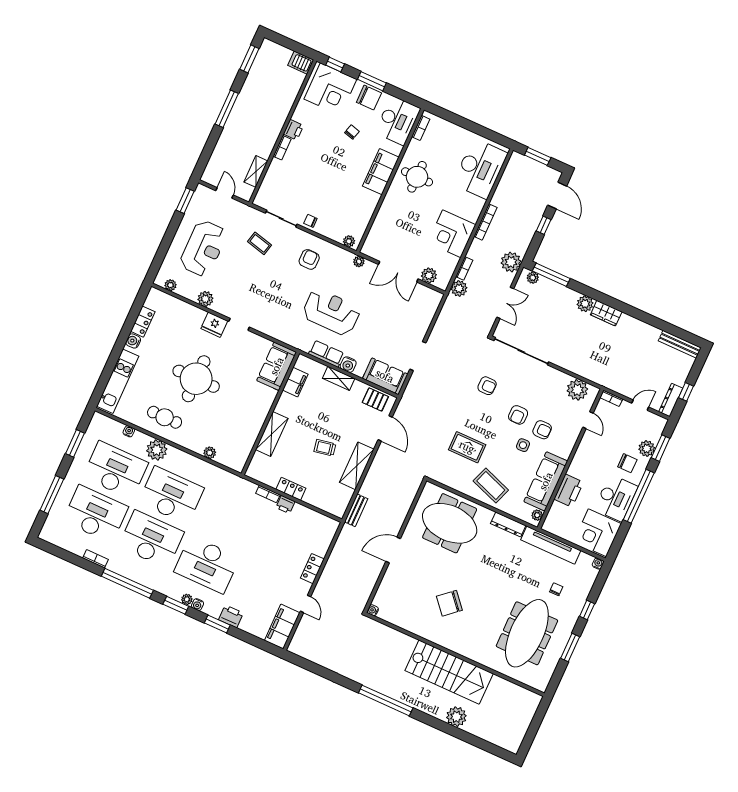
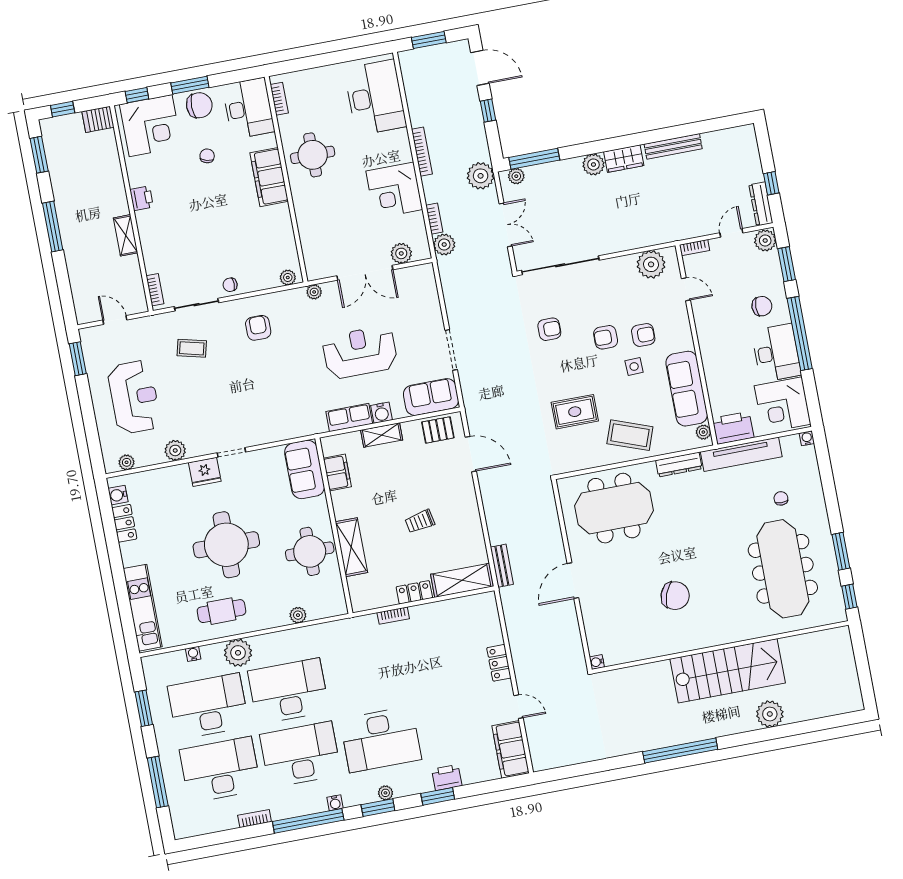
window: (283, 41) -> (63, 109), added
bookcase: (282, 148) -> (155, 290), moved
shelving: (256, 171) -> (126, 235), moved
reception desk: (331, 312) -> (360, 352), moved
water cooler: (133, 341) -> (118, 495), moved
bench: (680, 344) -> (673, 146), moved
armchair: (518, 415) -> (606, 337), turned 90
round table: (244, 419) -> (310, 551), added
plant: (647, 449) -> (765, 240), moved
shelving: (357, 466) -> (462, 580), moved, turned 90
printer: (569, 491) -> (733, 428), moved, turned -90
printer: (285, 504) -> (420, 614), removed
chair: (449, 603) -> (675, 596), turned -119
water cooler: (198, 605) -> (335, 803), moved
window: (587, 610) -> (849, 597), moved

